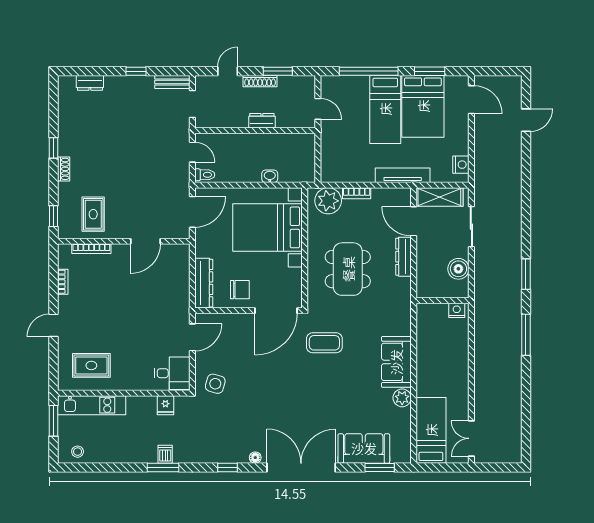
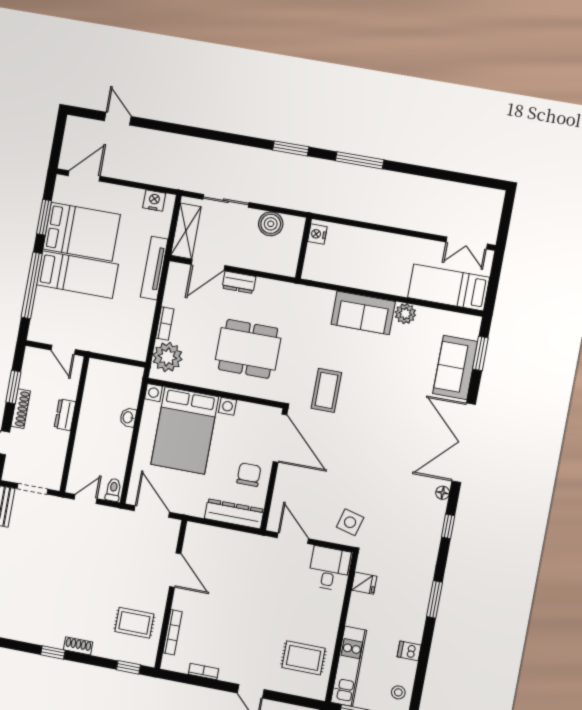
door: (318, 109) -> (63, 350), swing flipped
dresser: (403, 257) -> (239, 282), width x0.70
rug: (91, 365) -> (304, 658), turned 90
dishwasher: (165, 454) -> (409, 651), moved

